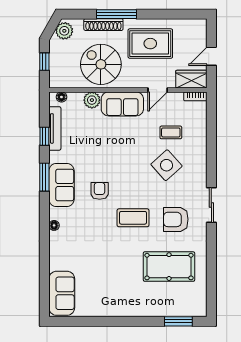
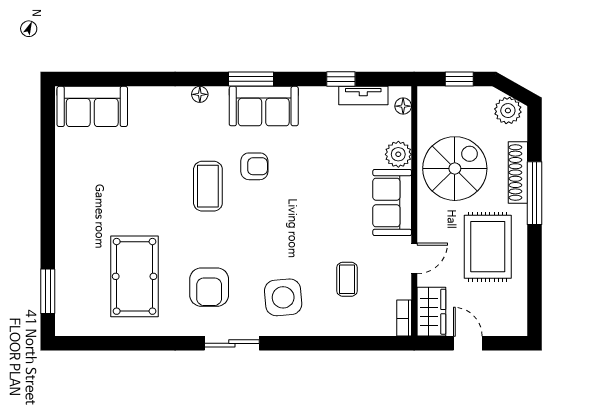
door: (158, 90) -> (414, 258), swing flipped
tv unit: (55, 128) -> (363, 96), width x0.71
side table: (167, 165) -> (283, 297), moved, turned 37
window: (44, 177) -> (251, 79), moved
coffee table: (133, 218) -> (208, 186), moved
armchair: (176, 219) -> (209, 287), turned 180

